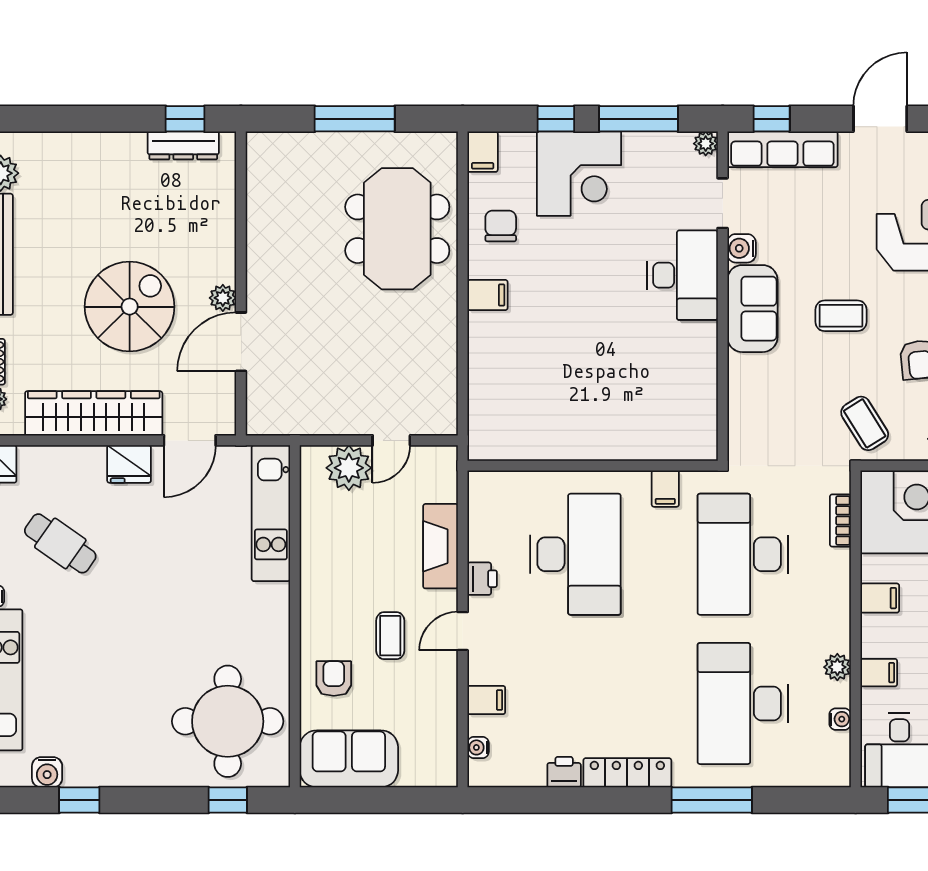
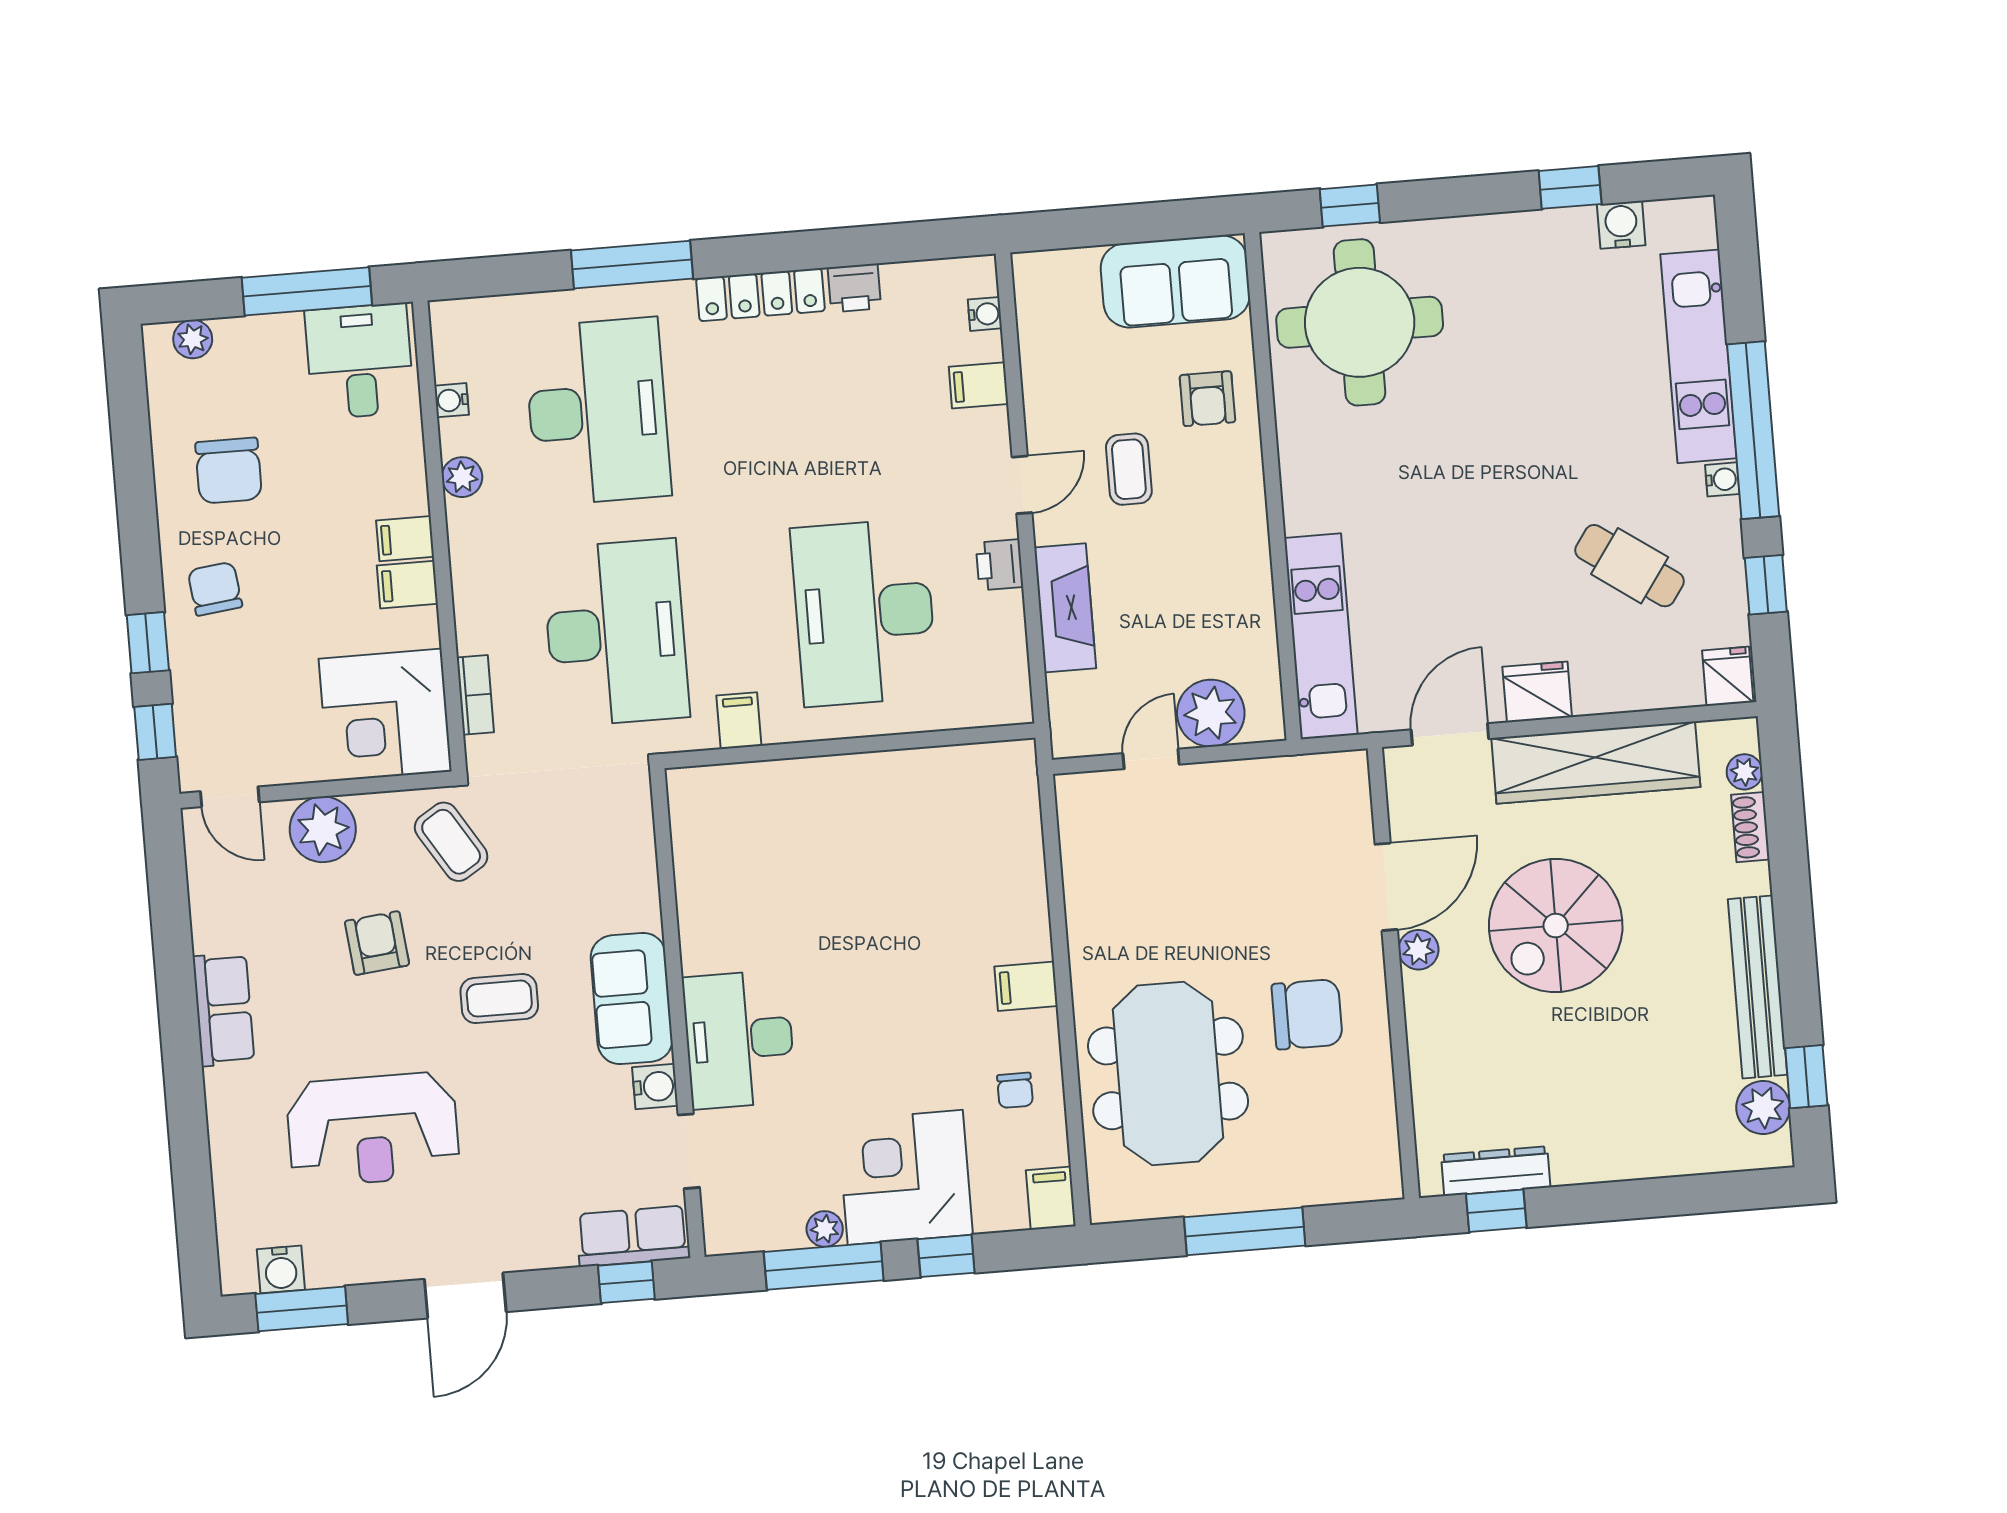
plant: (706, 144) -> (825, 1229), moved
row of seats: (782, 149) -> (633, 1236), width x0.68
chair: (501, 226) -> (1015, 1090), width x0.73, depth x0.73
chair: (301, 261) -> (1307, 1014), added
filing cabinet: (879, 673) -> (405, 539), moved

